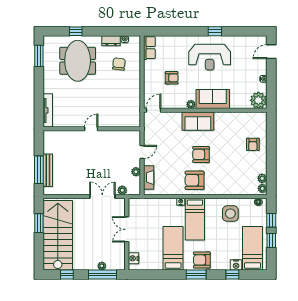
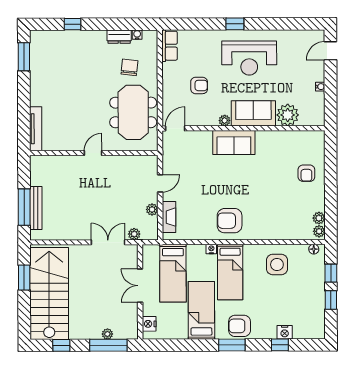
window: (215, 31) -> (235, 24), moved
meeting table: (78, 61) -> (133, 112), moved
plant: (258, 100) -> (288, 115), moved
armchair: (201, 154) -> (238, 187), removed
bed: (252, 248) -> (173, 273), moved, turned 180

